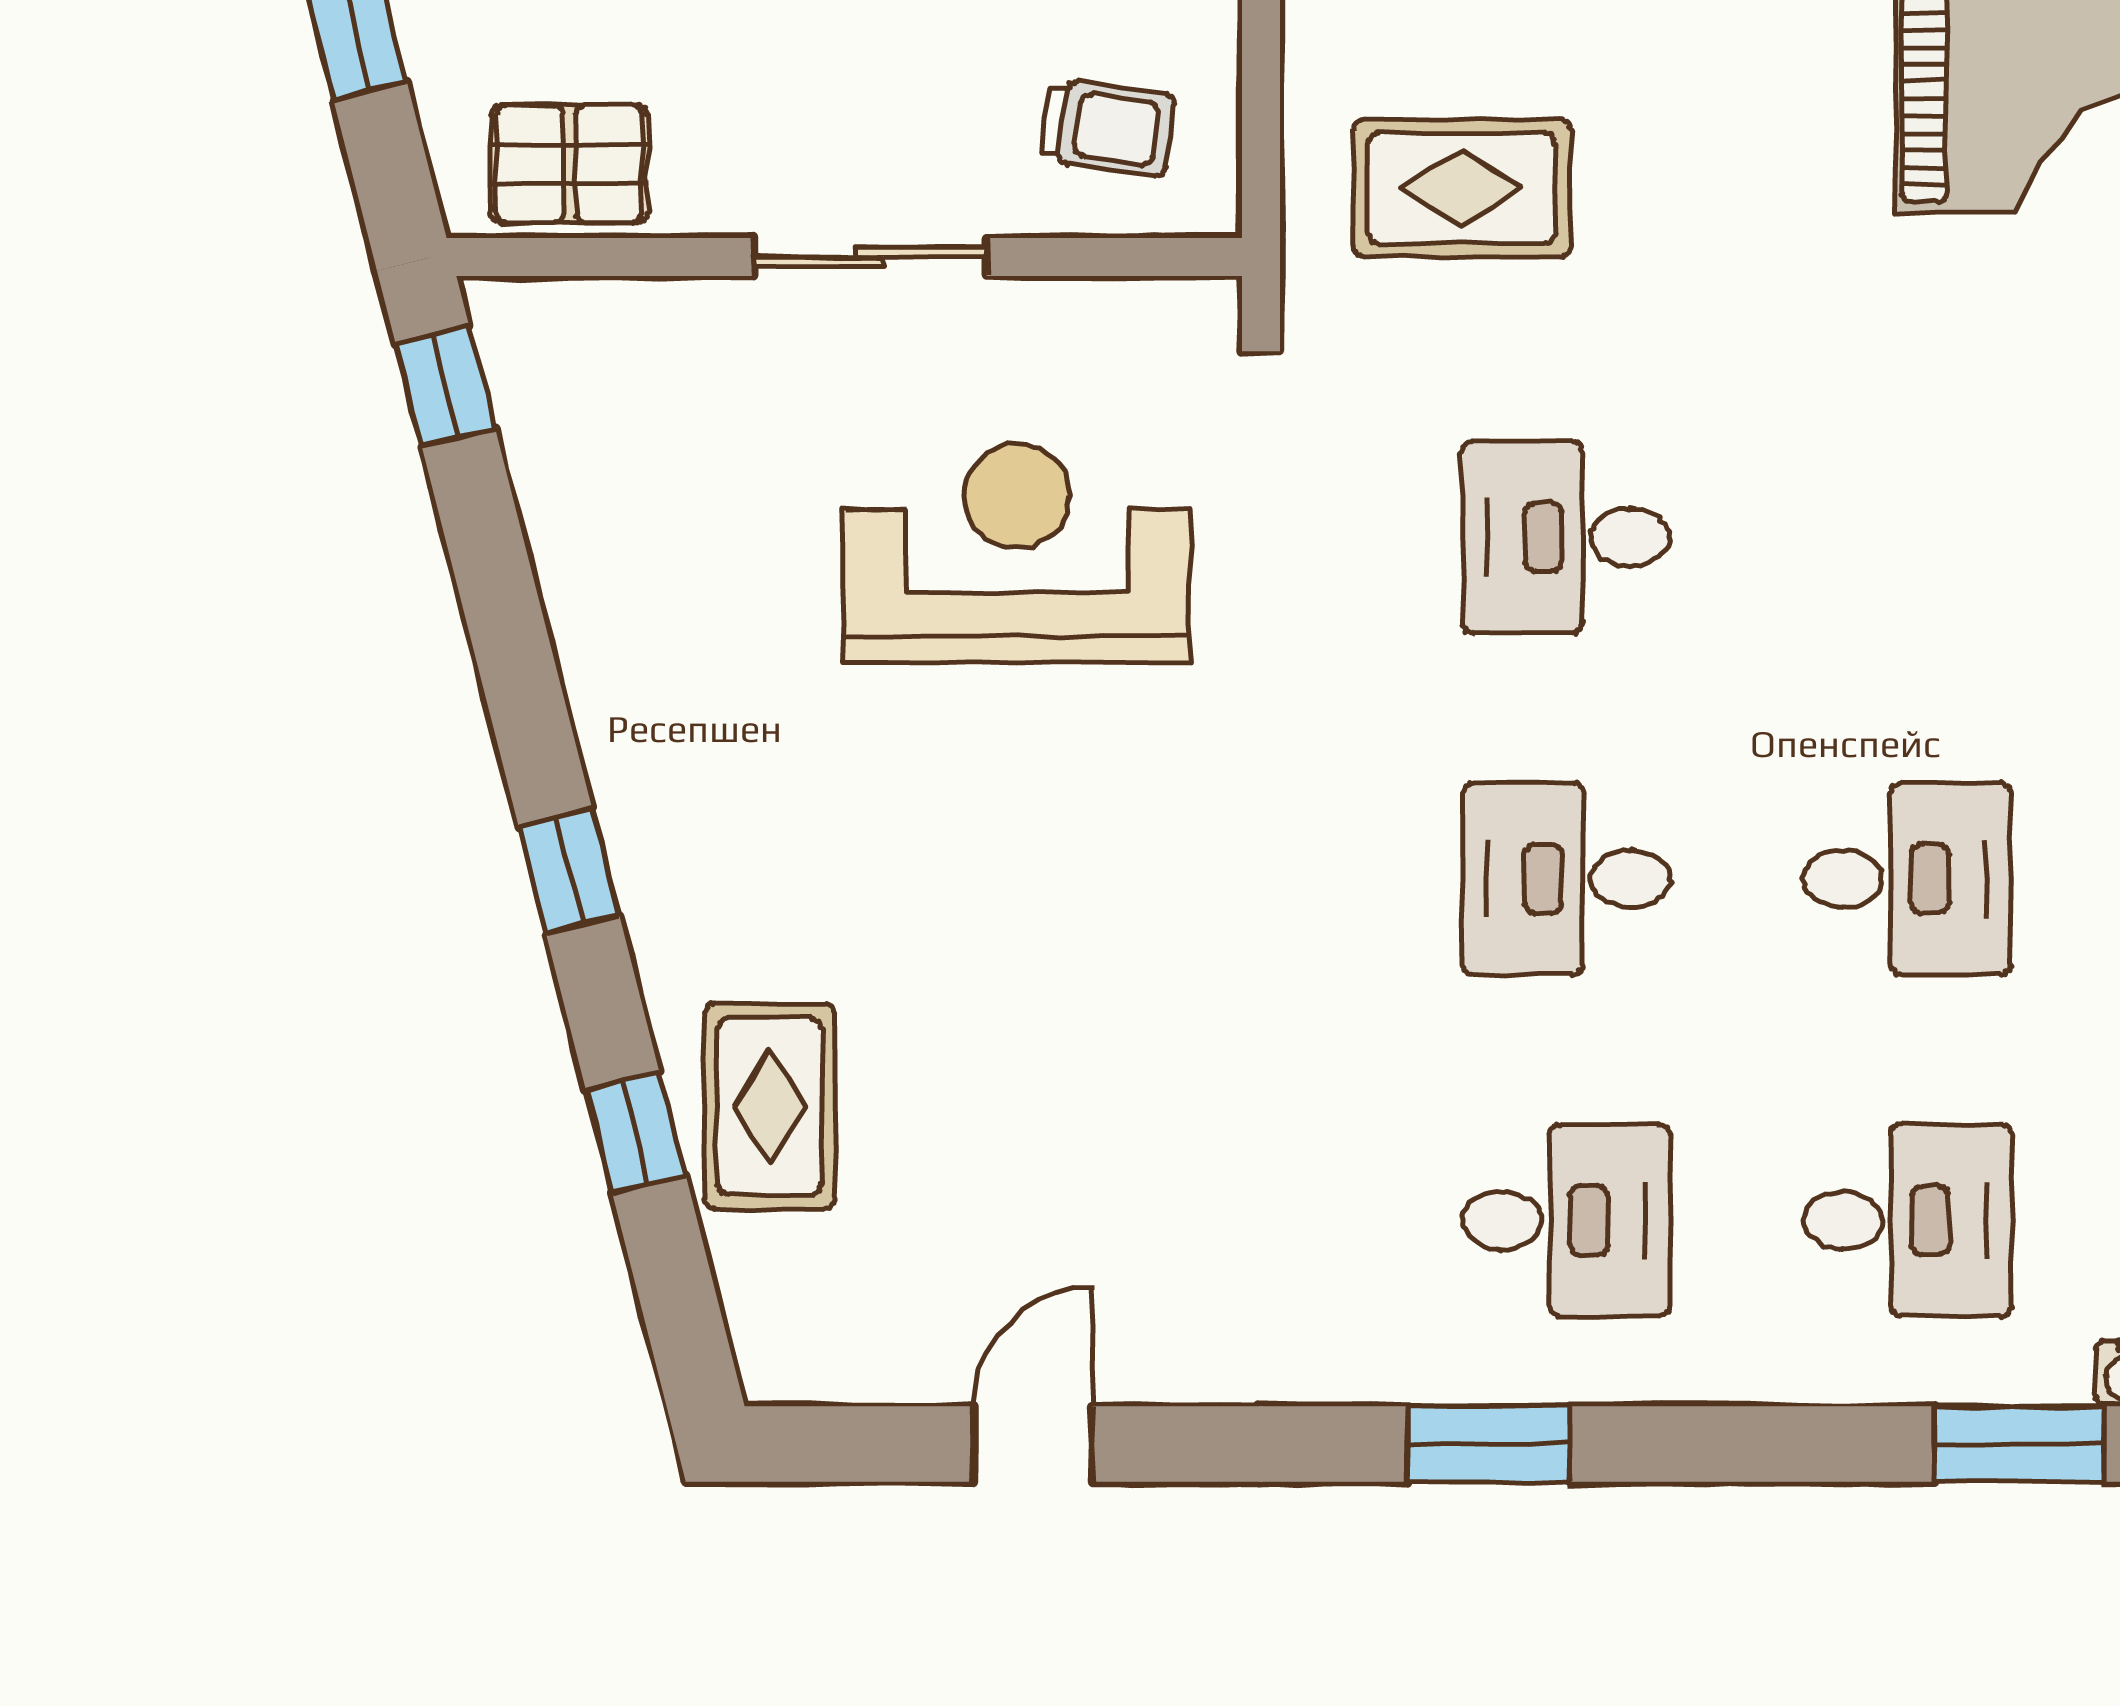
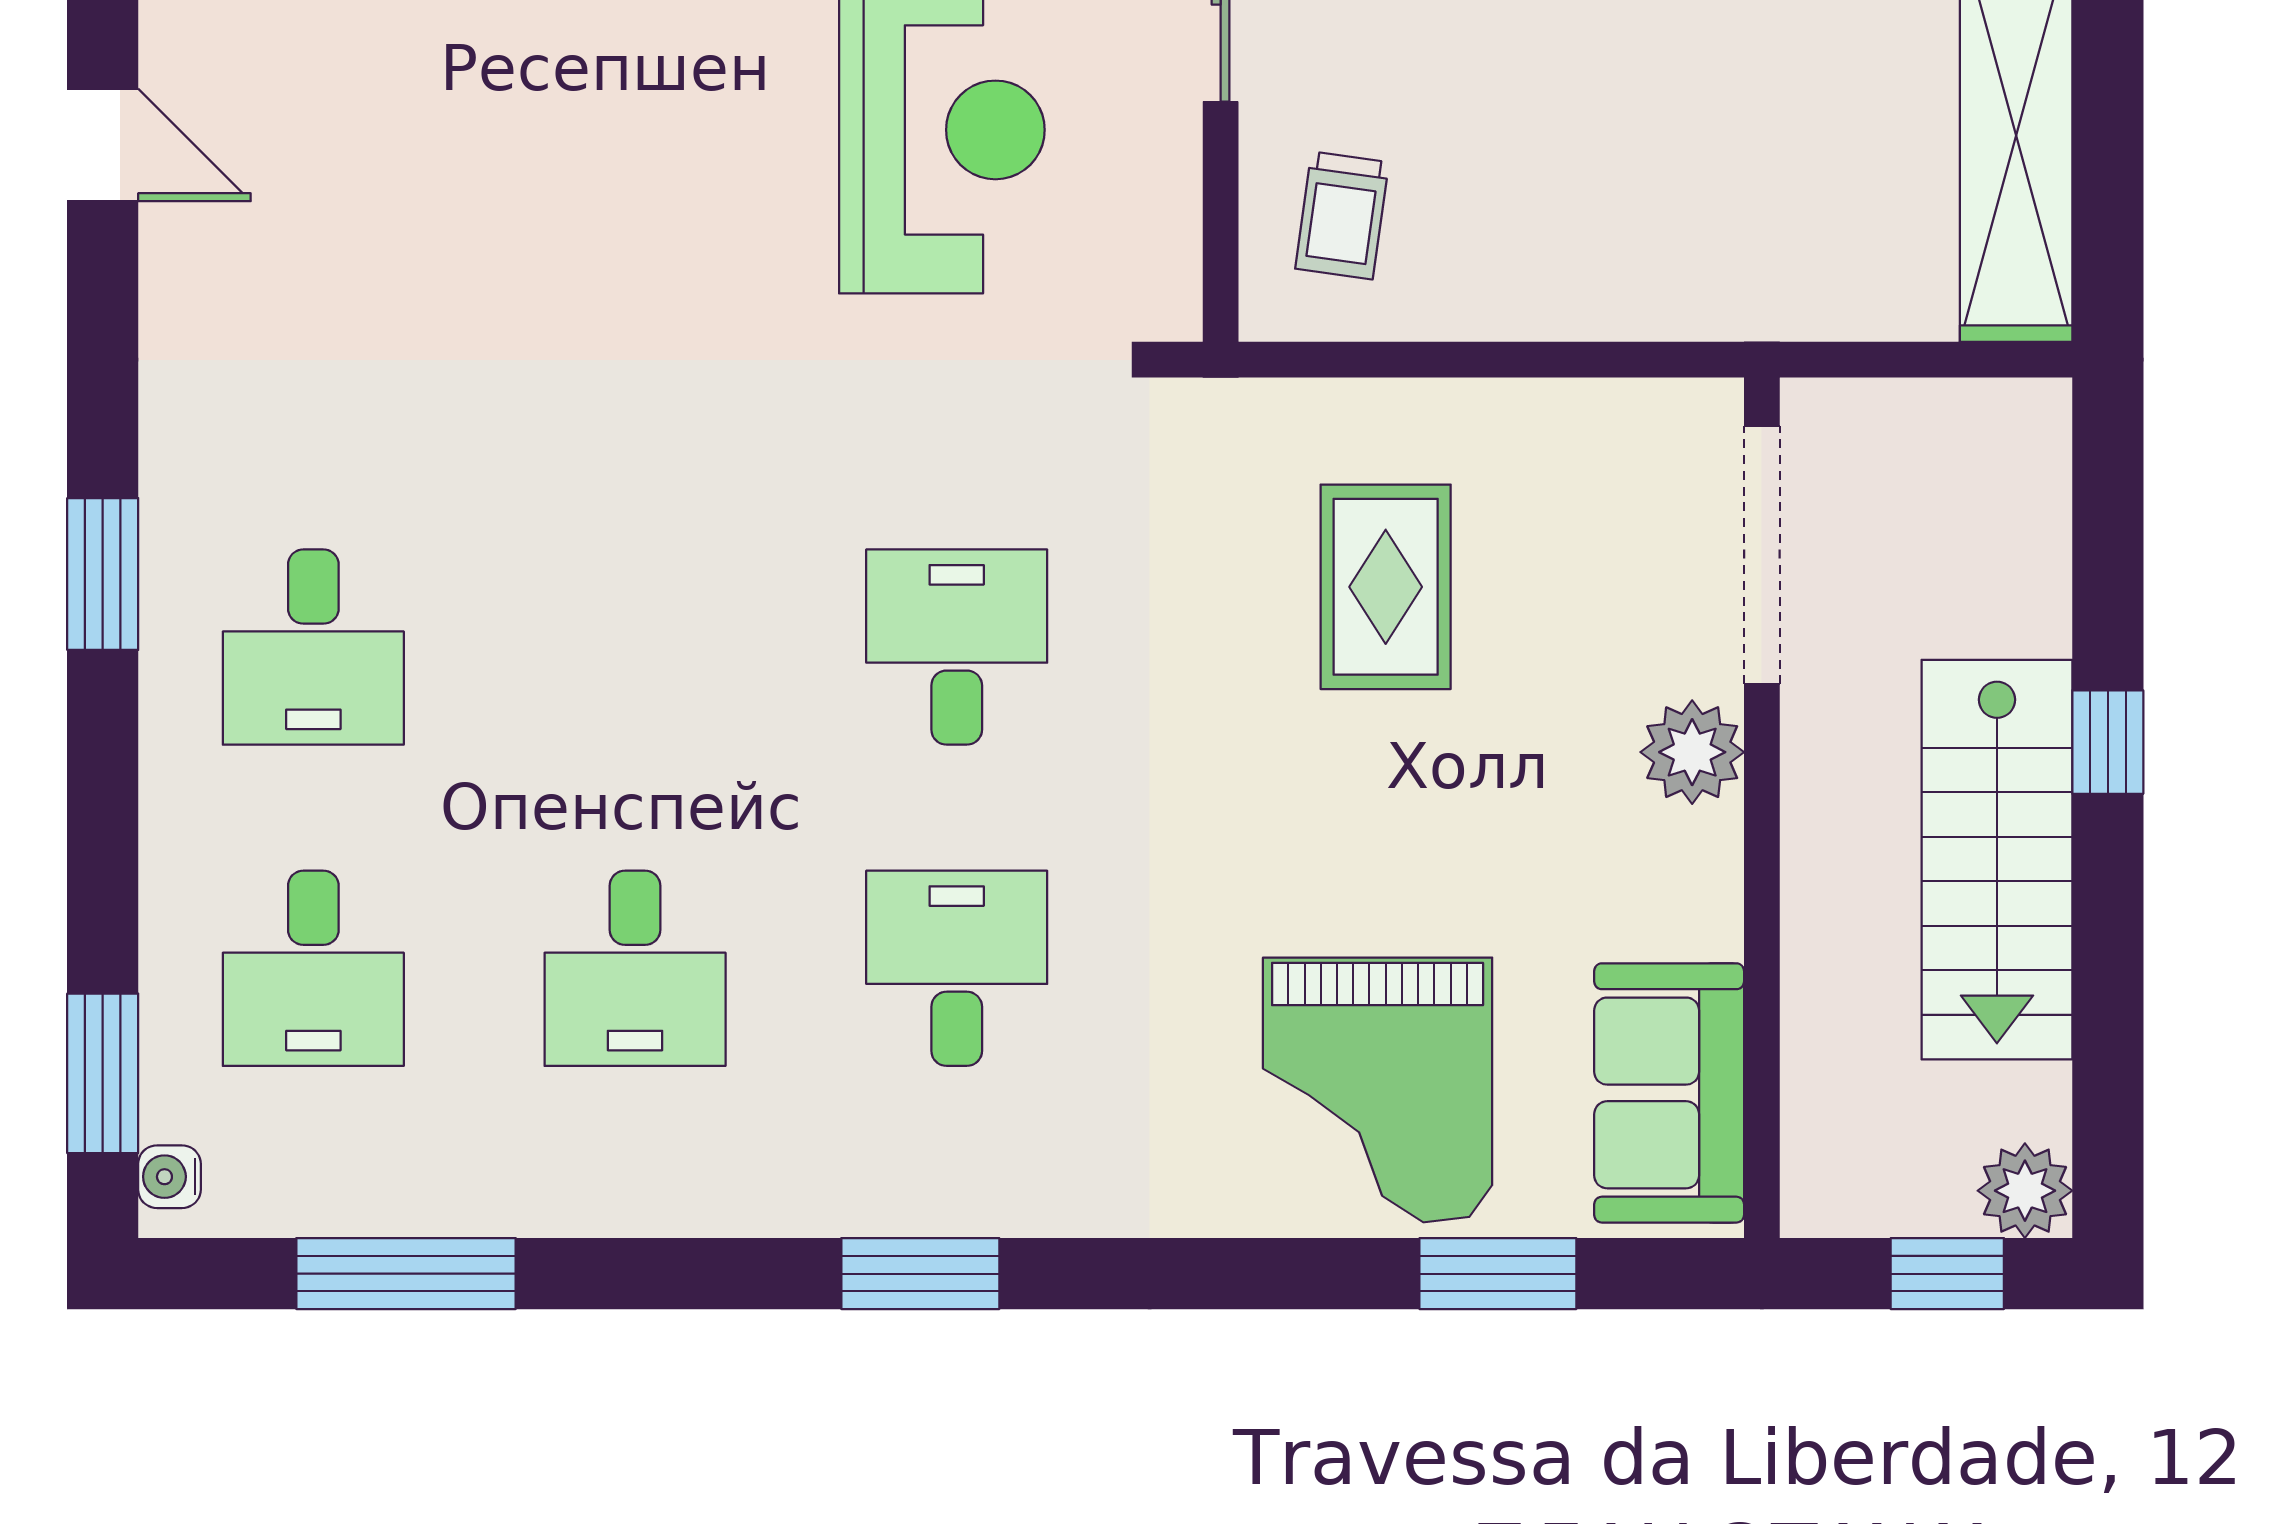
rug: (1462, 188) -> (1386, 587), moved
desk: (1566, 879) -> (957, 968), moved

